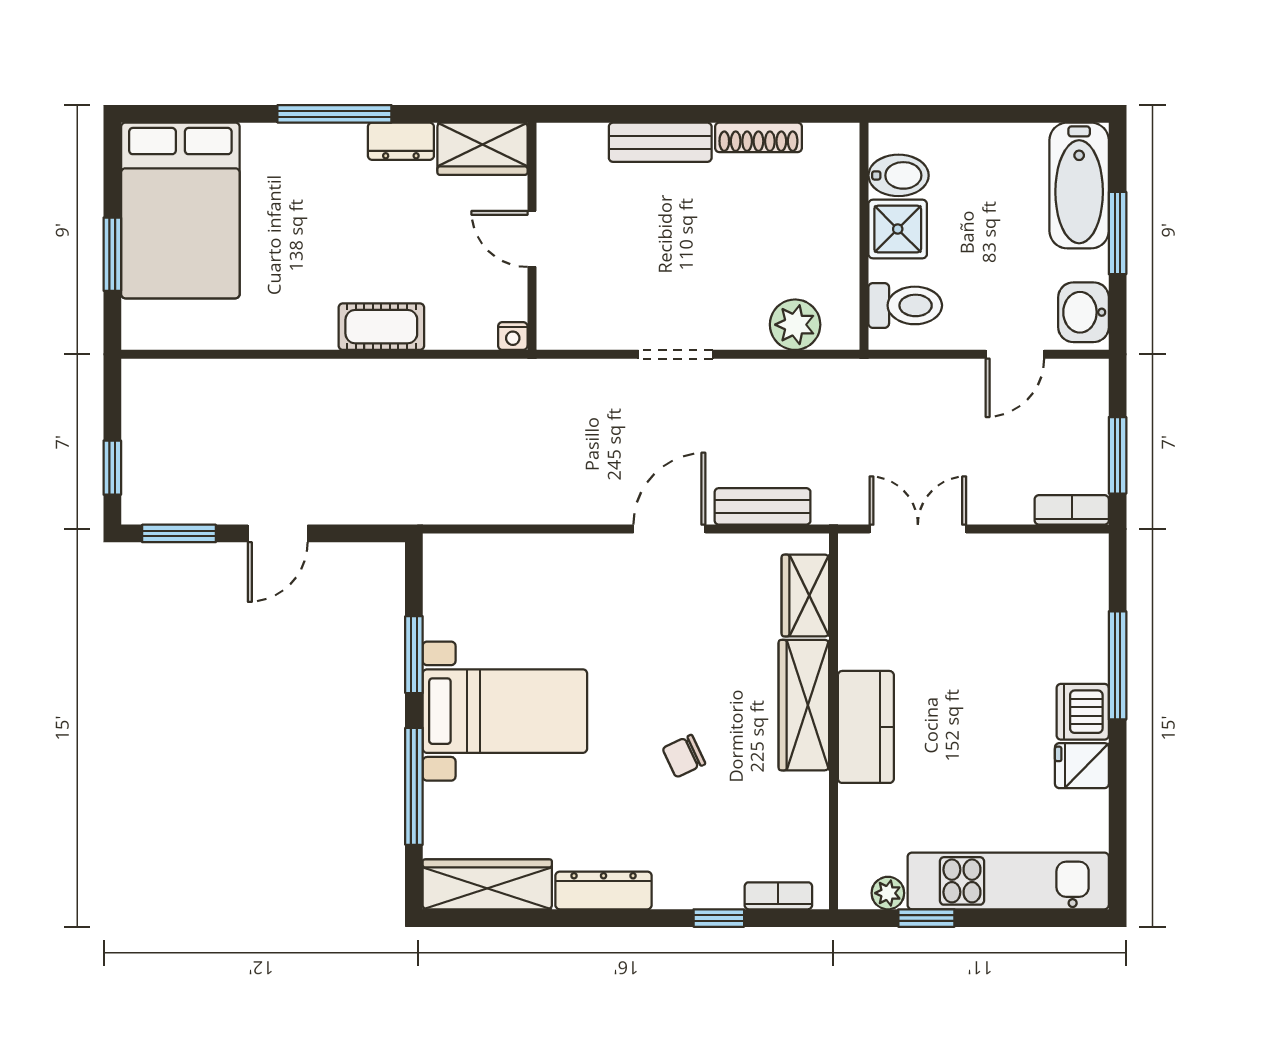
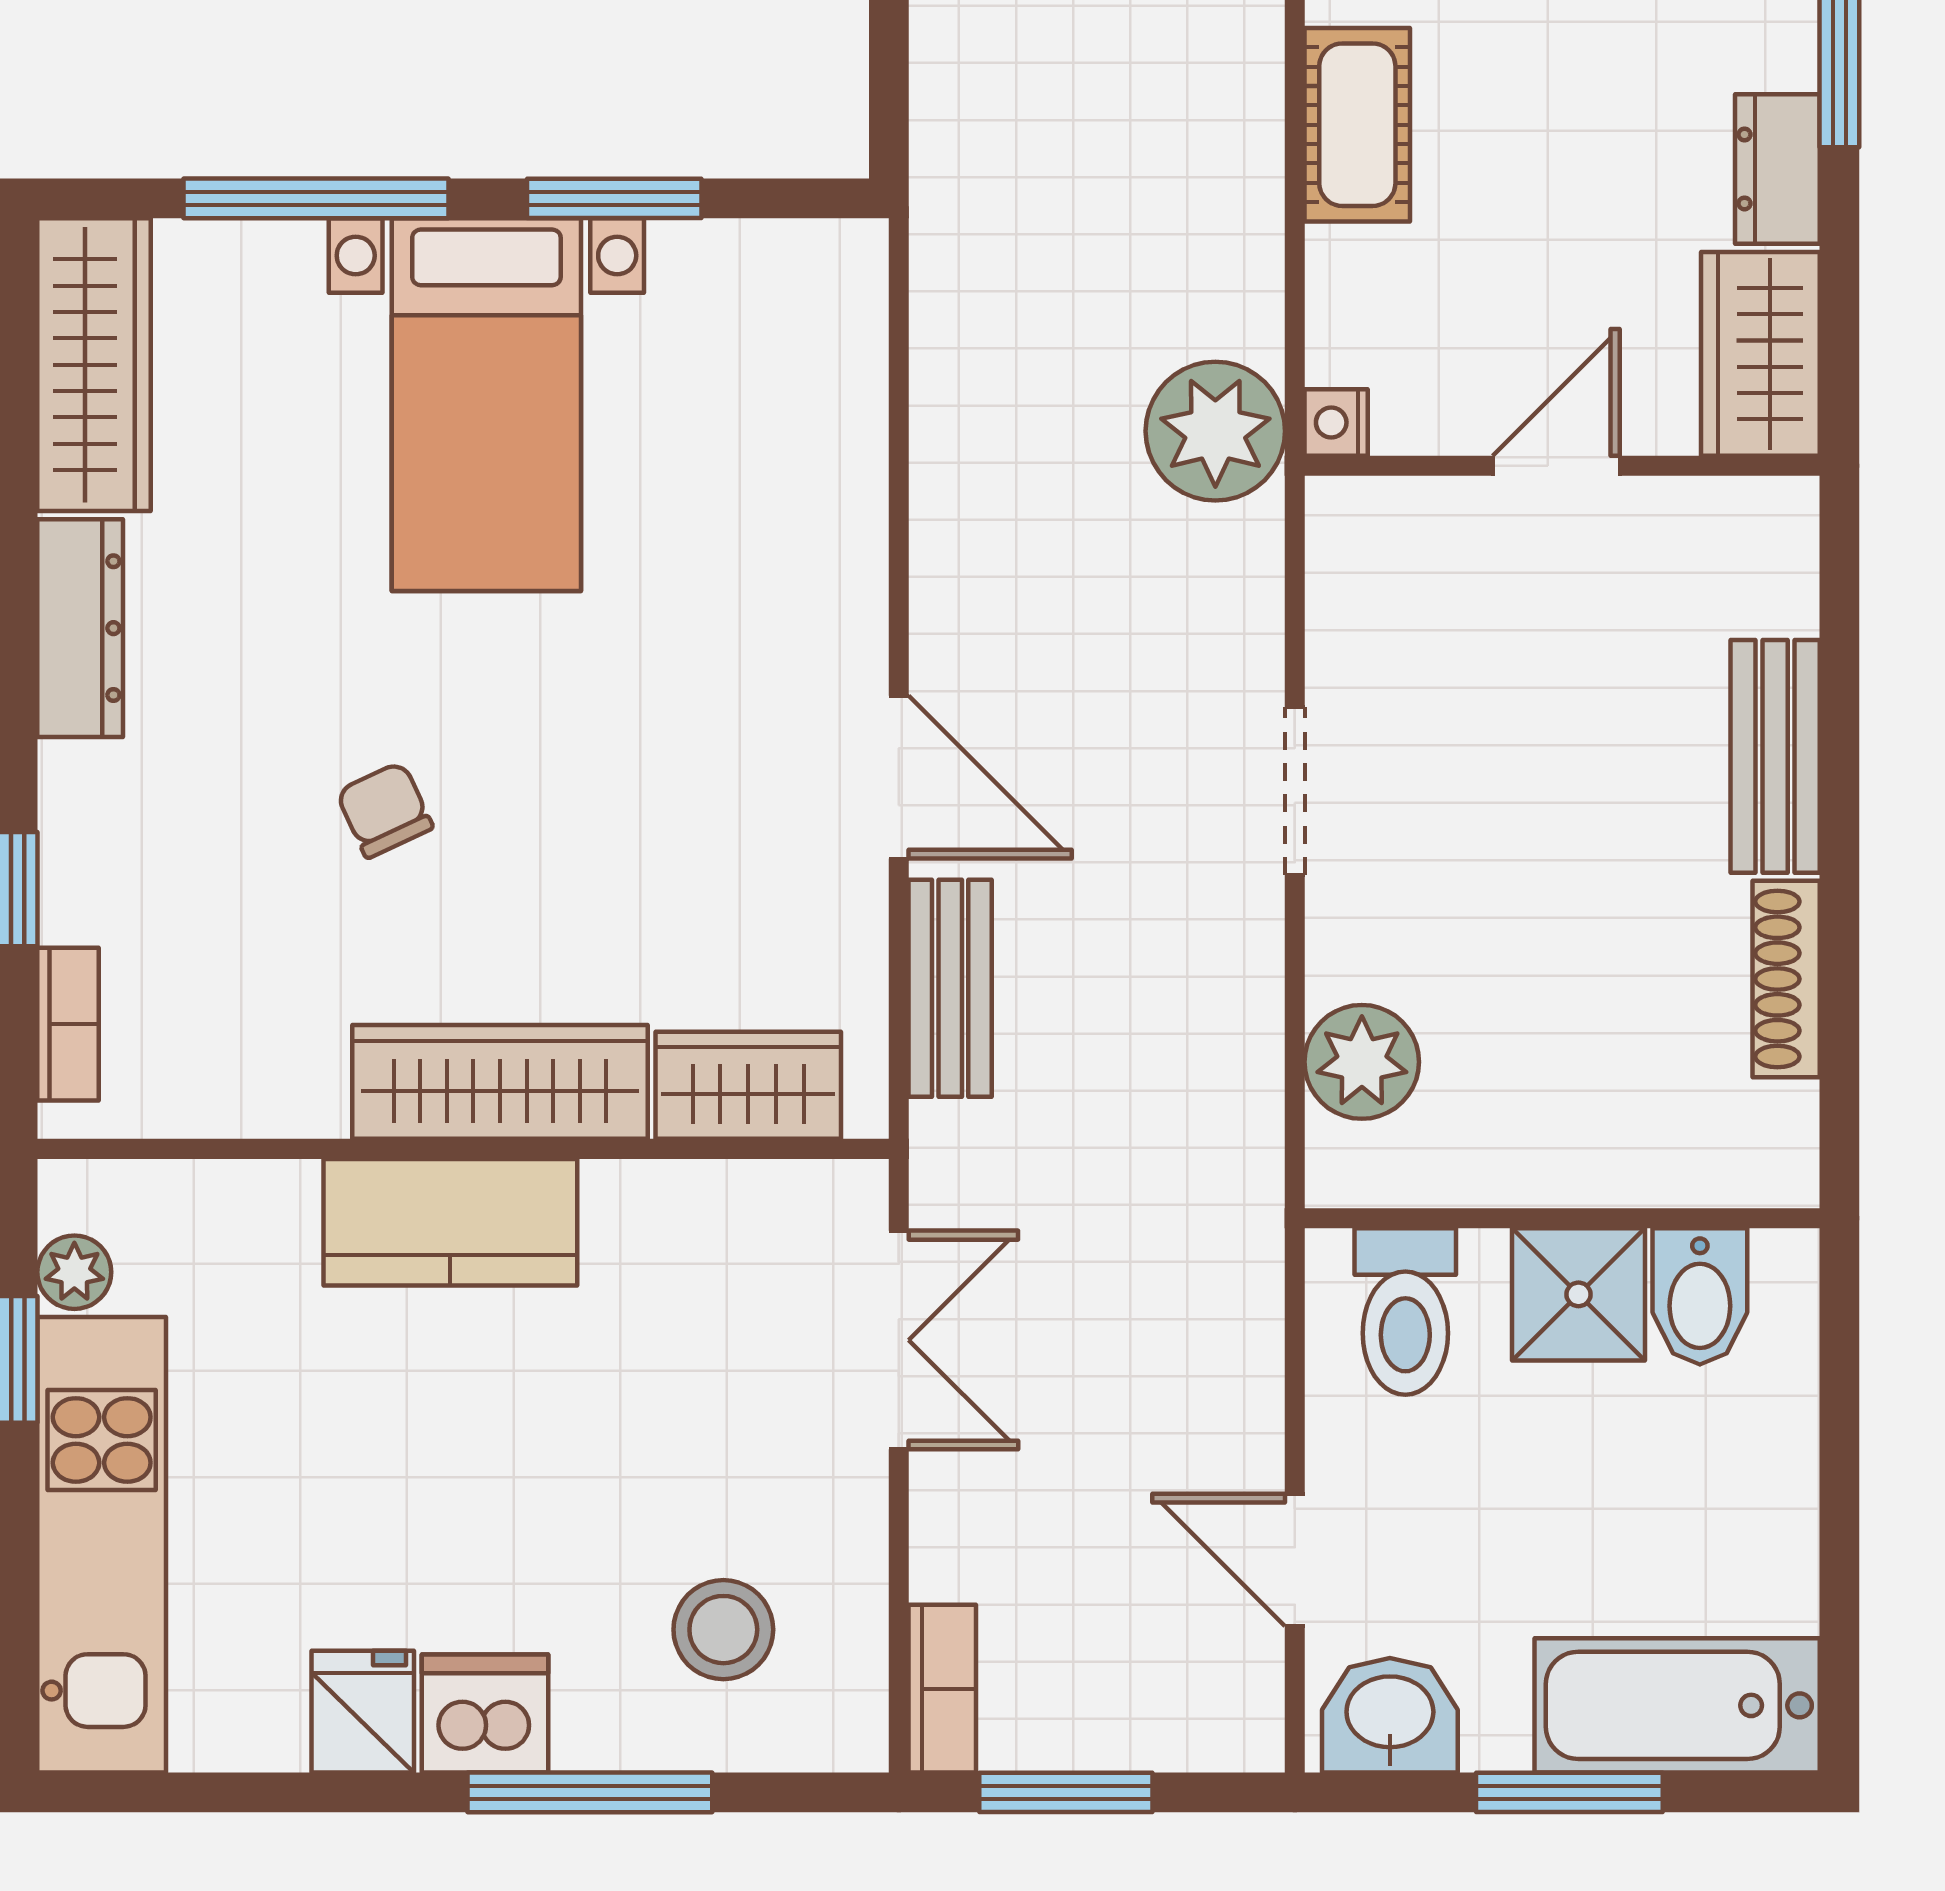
plant: (517, 389) -> (1215, 431), added
stool: (1046, 607) -> (723, 1630), added

